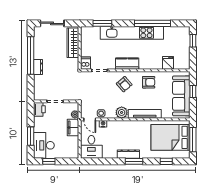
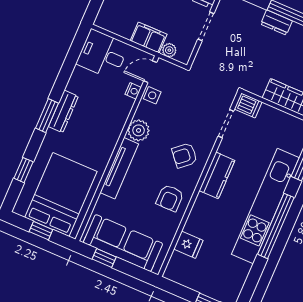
window: (153, 23) -> (276, 226), moved
window: (193, 92) -> (104, 258), moved
window: (193, 140) -> (41, 231), width x0.46

